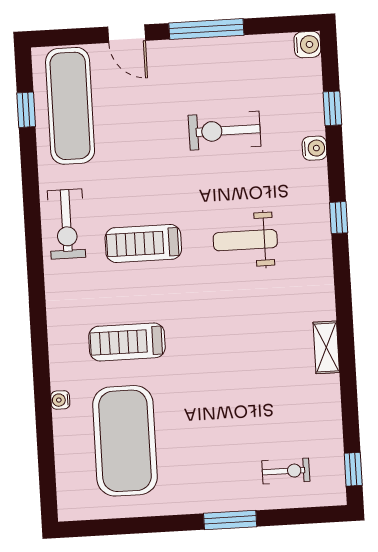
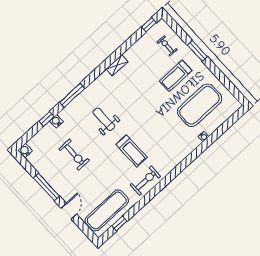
window: (332, 108) -> (47, 119), moved
window: (339, 218) -> (72, 95), width x2.17
weight bench: (245, 240) -> (104, 119), turned 180
treadmill: (127, 342) -> (176, 76), moved, turned 90

